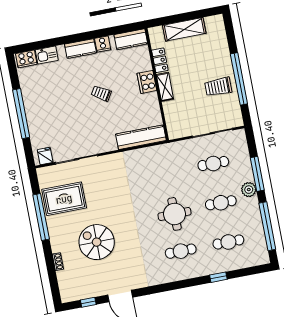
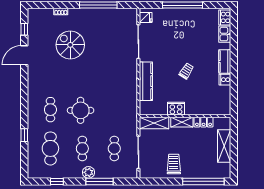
kitchen counter: (131, 39) -> (224, 102), removed
window: (239, 79) -> (203, 181), moved
cooker: (147, 82) -> (176, 109), moved
shelving: (173, 121) -> (154, 123), added
kitchen counter: (141, 137) -> (146, 81), moved
rug: (64, 199) -> (109, 26), removed
window: (267, 226) -> (57, 181), width x0.32
spiral stairs: (97, 242) -> (70, 45), turned -90
cafe table: (228, 242) -> (50, 148), width x1.37, depth x1.35

